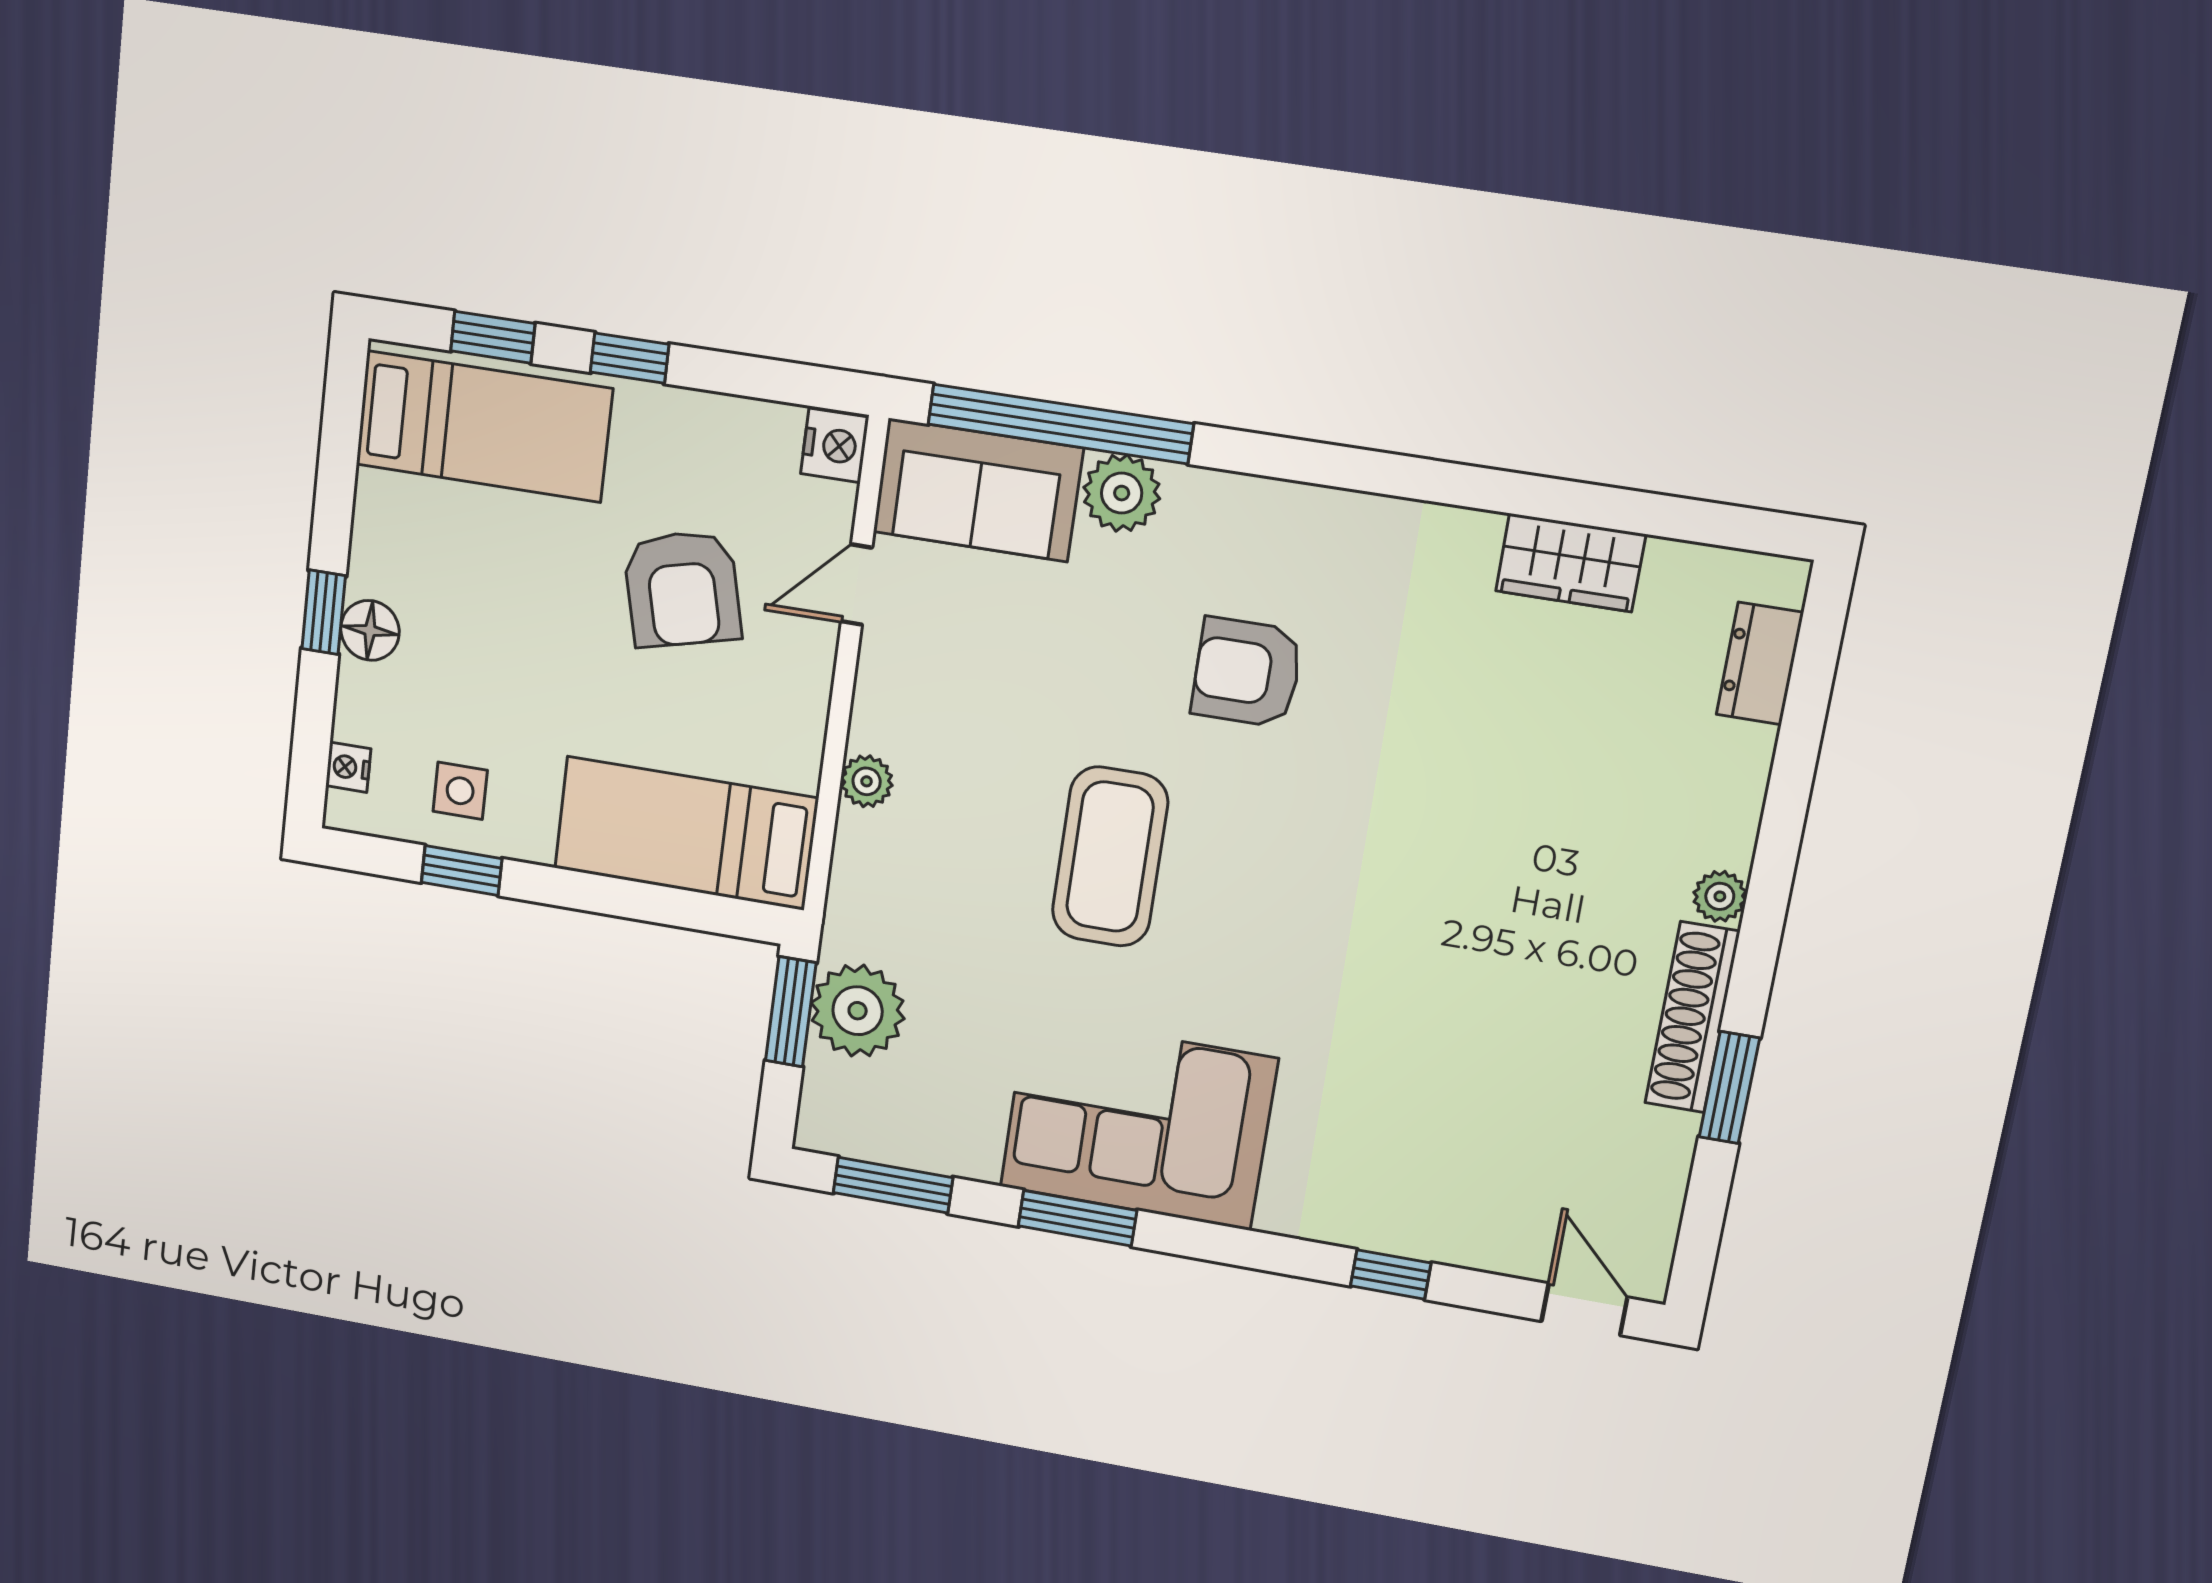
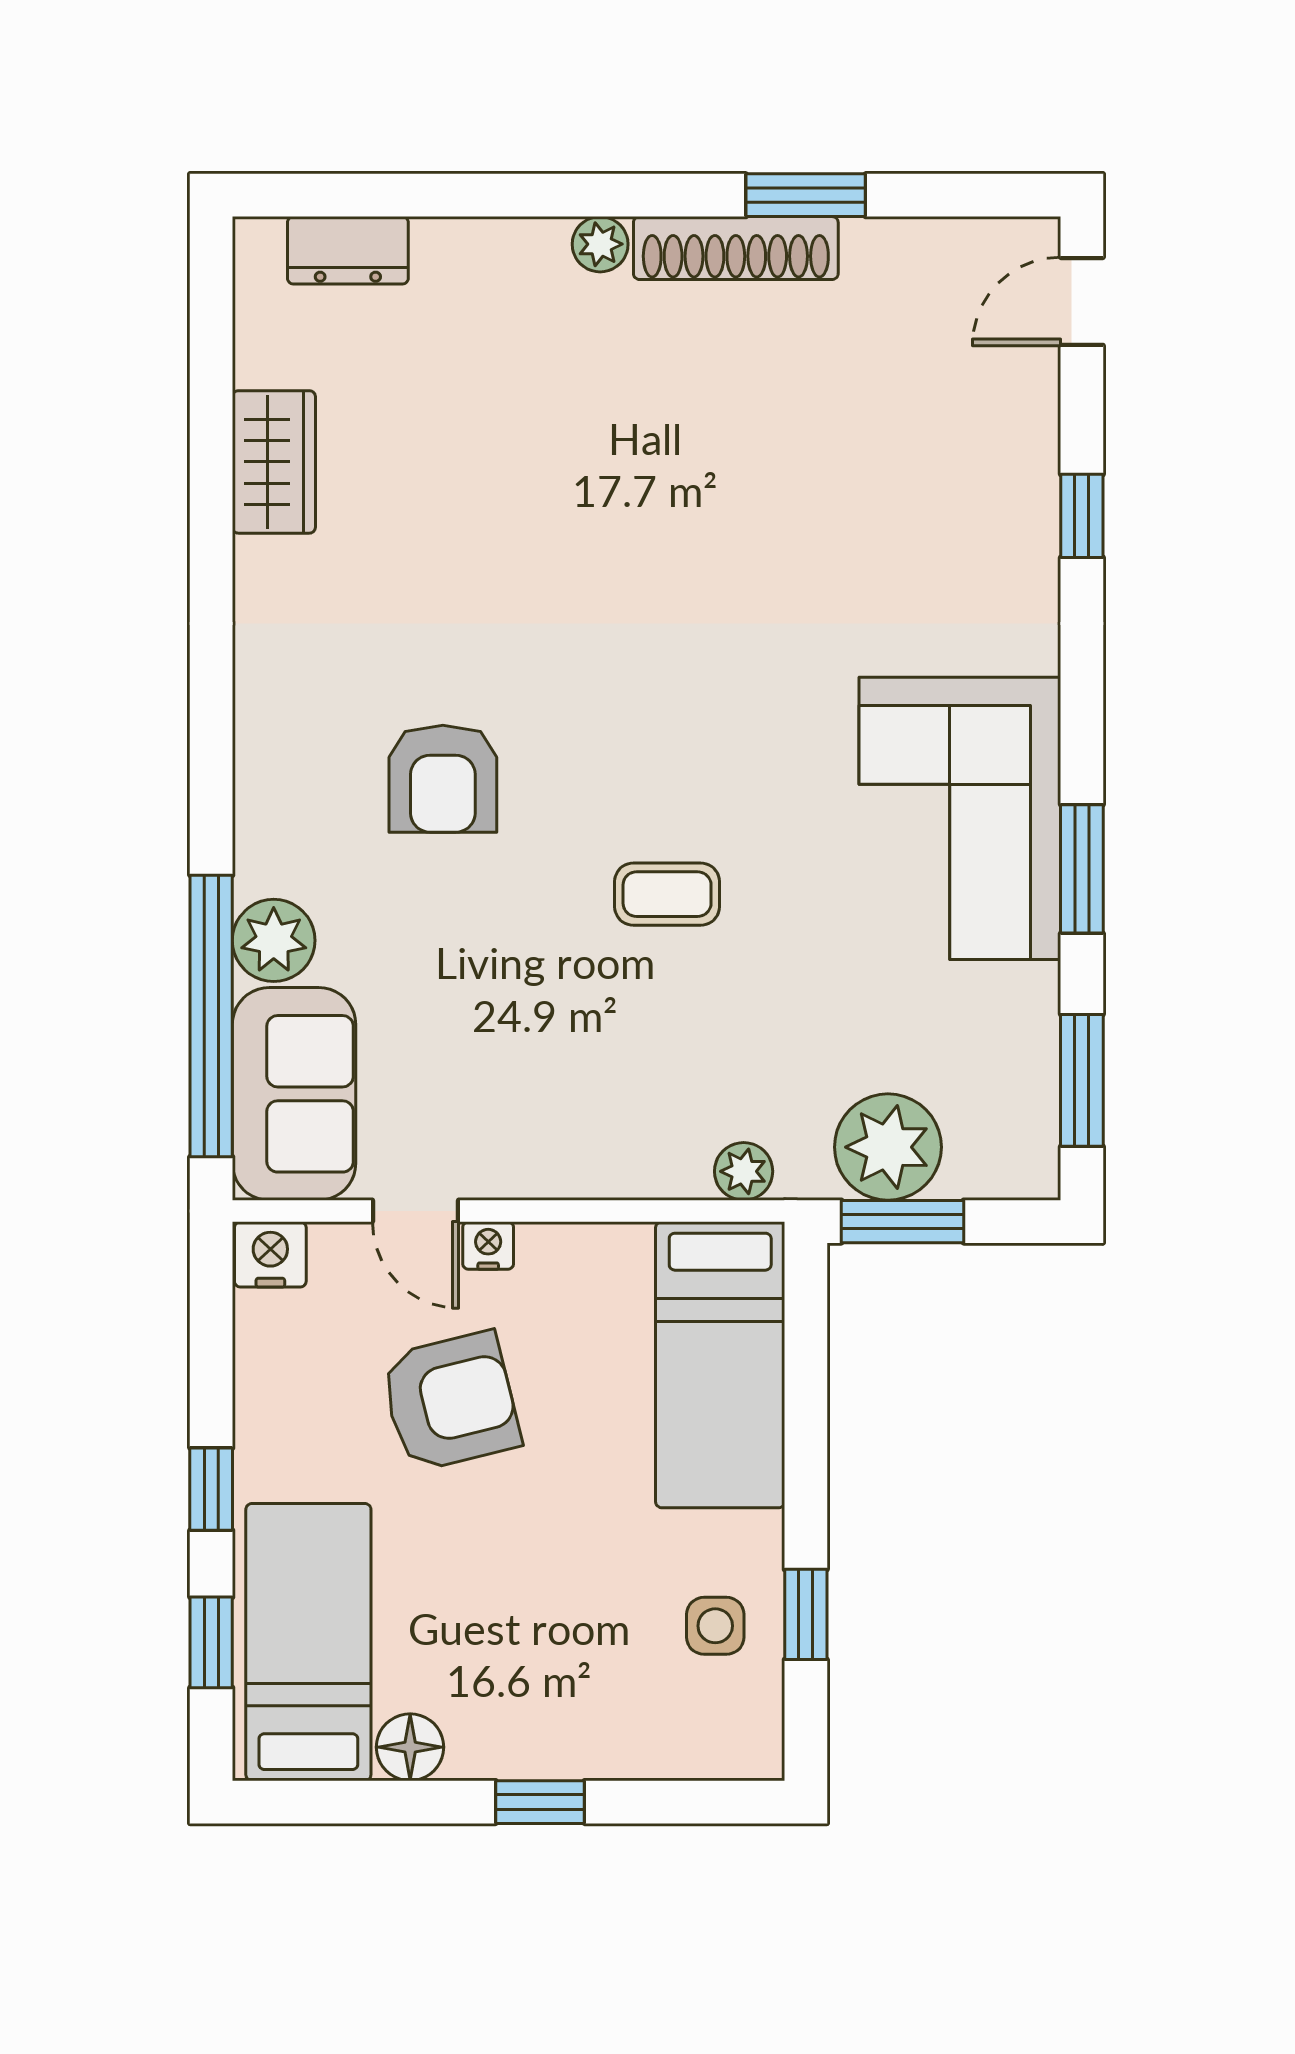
floor lamp: (370, 630) -> (410, 1747), moved
nightstand: (348, 767) -> (488, 1246), moved, turned 180
plant: (867, 781) -> (744, 1171), moved
coffee table: (1110, 857) -> (667, 894), width x0.54, depth x0.58

